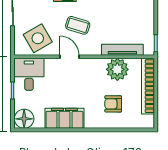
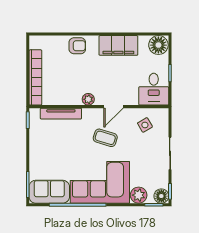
side table: (38, 38) -> (145, 125), width x0.54, depth x0.54
door: (69, 57) -> (114, 107), hinge flipped
plant: (117, 69) -> (88, 99), moved, width x0.53, depth x0.53
armchair: (113, 104) -> (77, 46), moved

